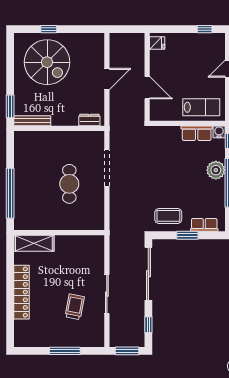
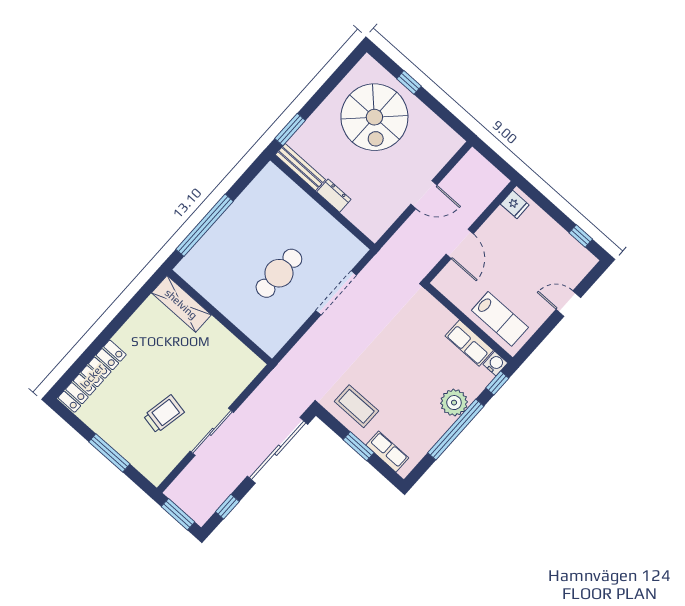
dresser: (89, 120) -> (334, 196), moved
locker: (22, 292) -> (92, 376), moved

